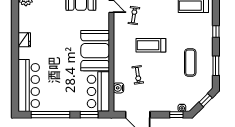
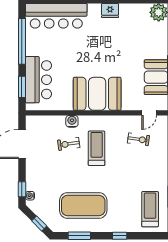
treadmill: (151, 45) -> (97, 148), moved
exercise mat: (190, 63) -> (83, 206), width x2.00, depth x1.45
water cooler: (119, 88) -> (72, 121), moved
bar counter: (98, 91) -> (39, 80), moved, turned 90

